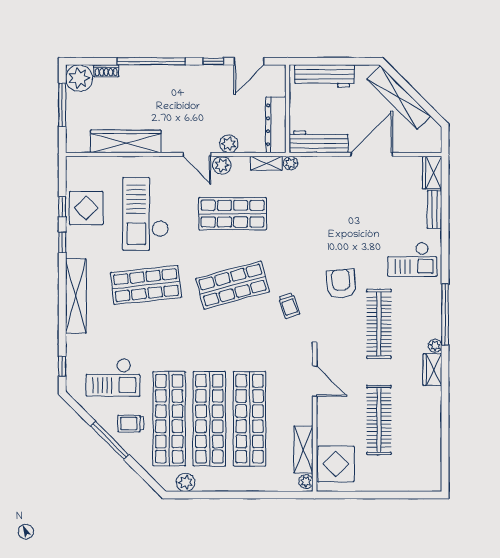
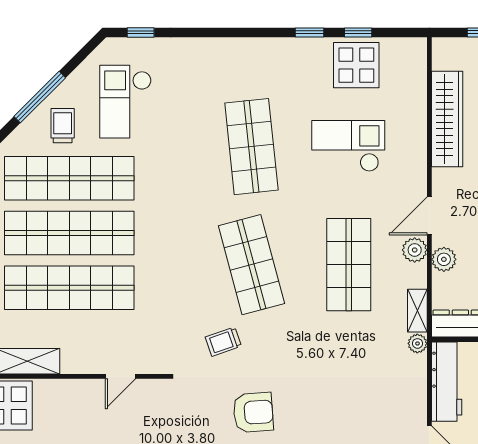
checkout: (146, 214) -> (348, 146), width x0.73, depth x0.83
shelving: (76, 296) -> (236, 51), removed
door: (315, 381) -> (120, 376), width x0.73

